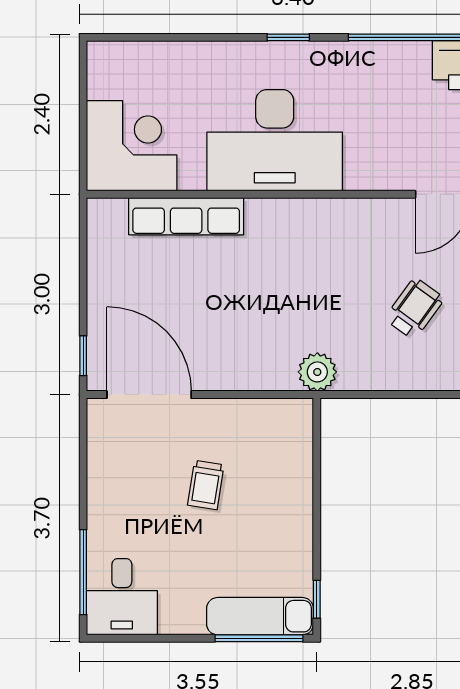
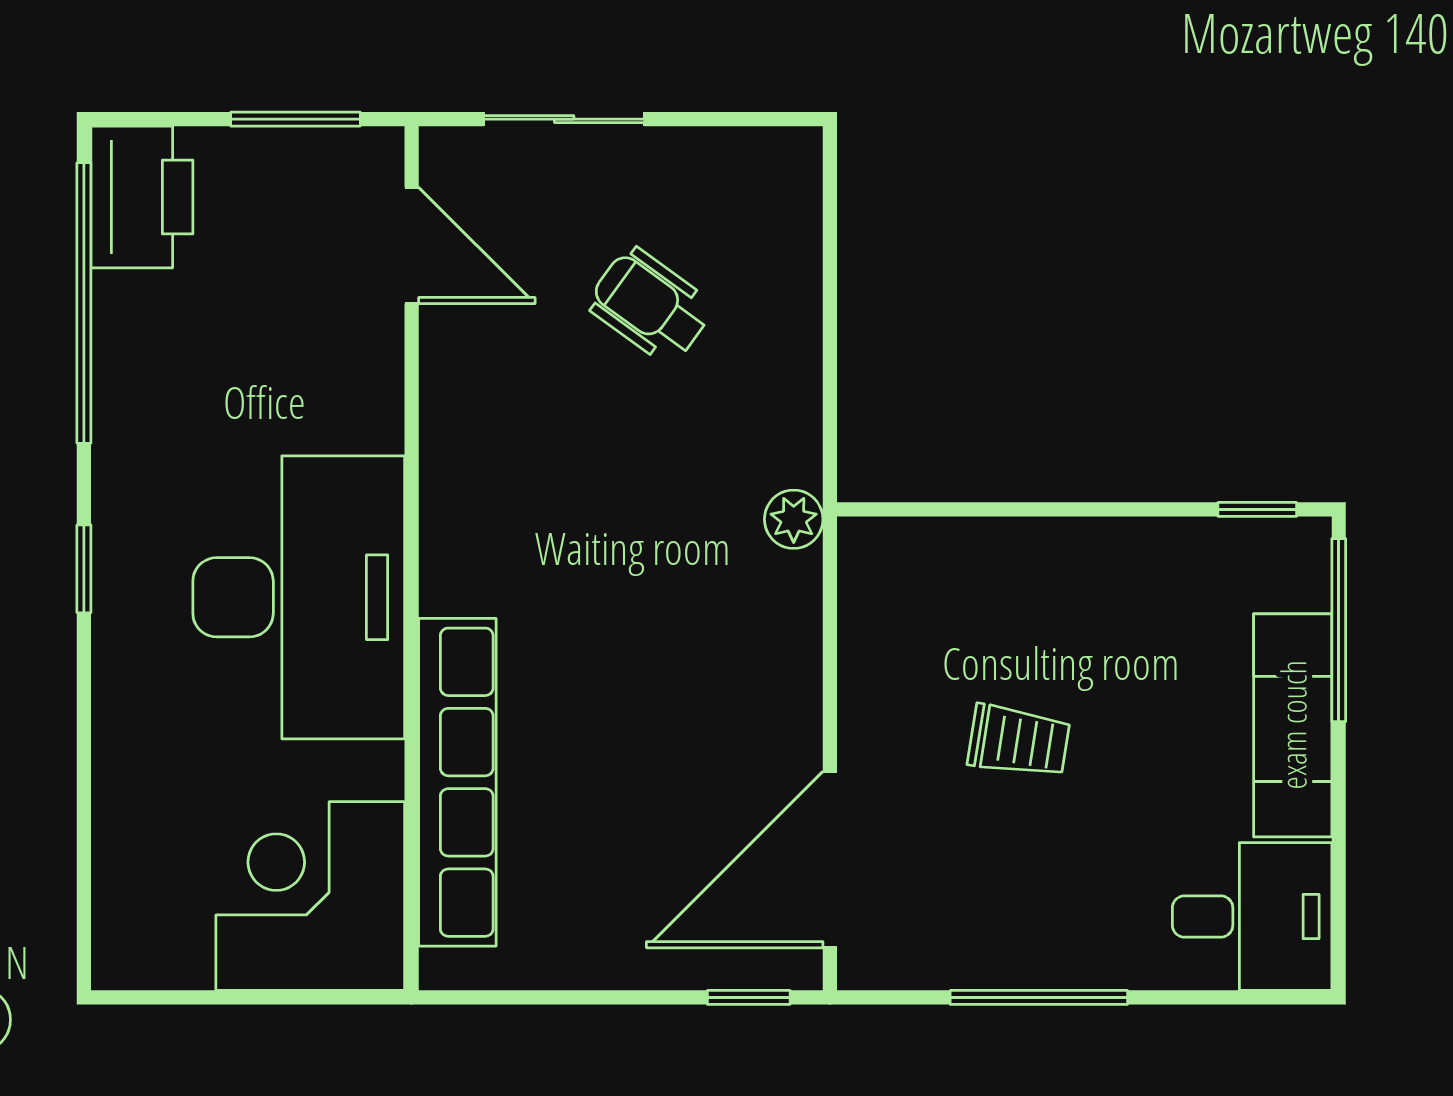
row of seats: (186, 216) -> (457, 782), width x1.36
plant: (317, 372) -> (794, 519), width x0.73, depth x0.73
window: (83, 572) -> (1039, 997), moved
exam couch: (260, 616) -> (1293, 725), moved

